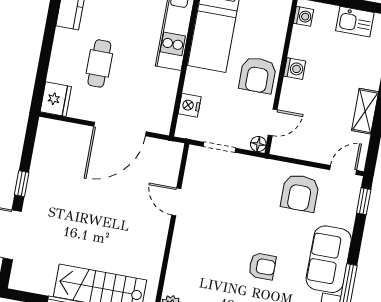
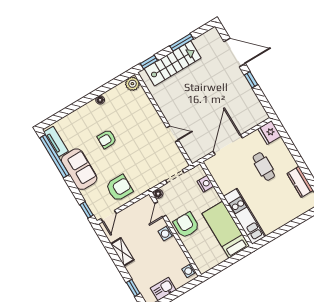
washing machine: (295, 69) -> (166, 233), moved
armchair: (300, 193) -> (119, 188), turned 90

